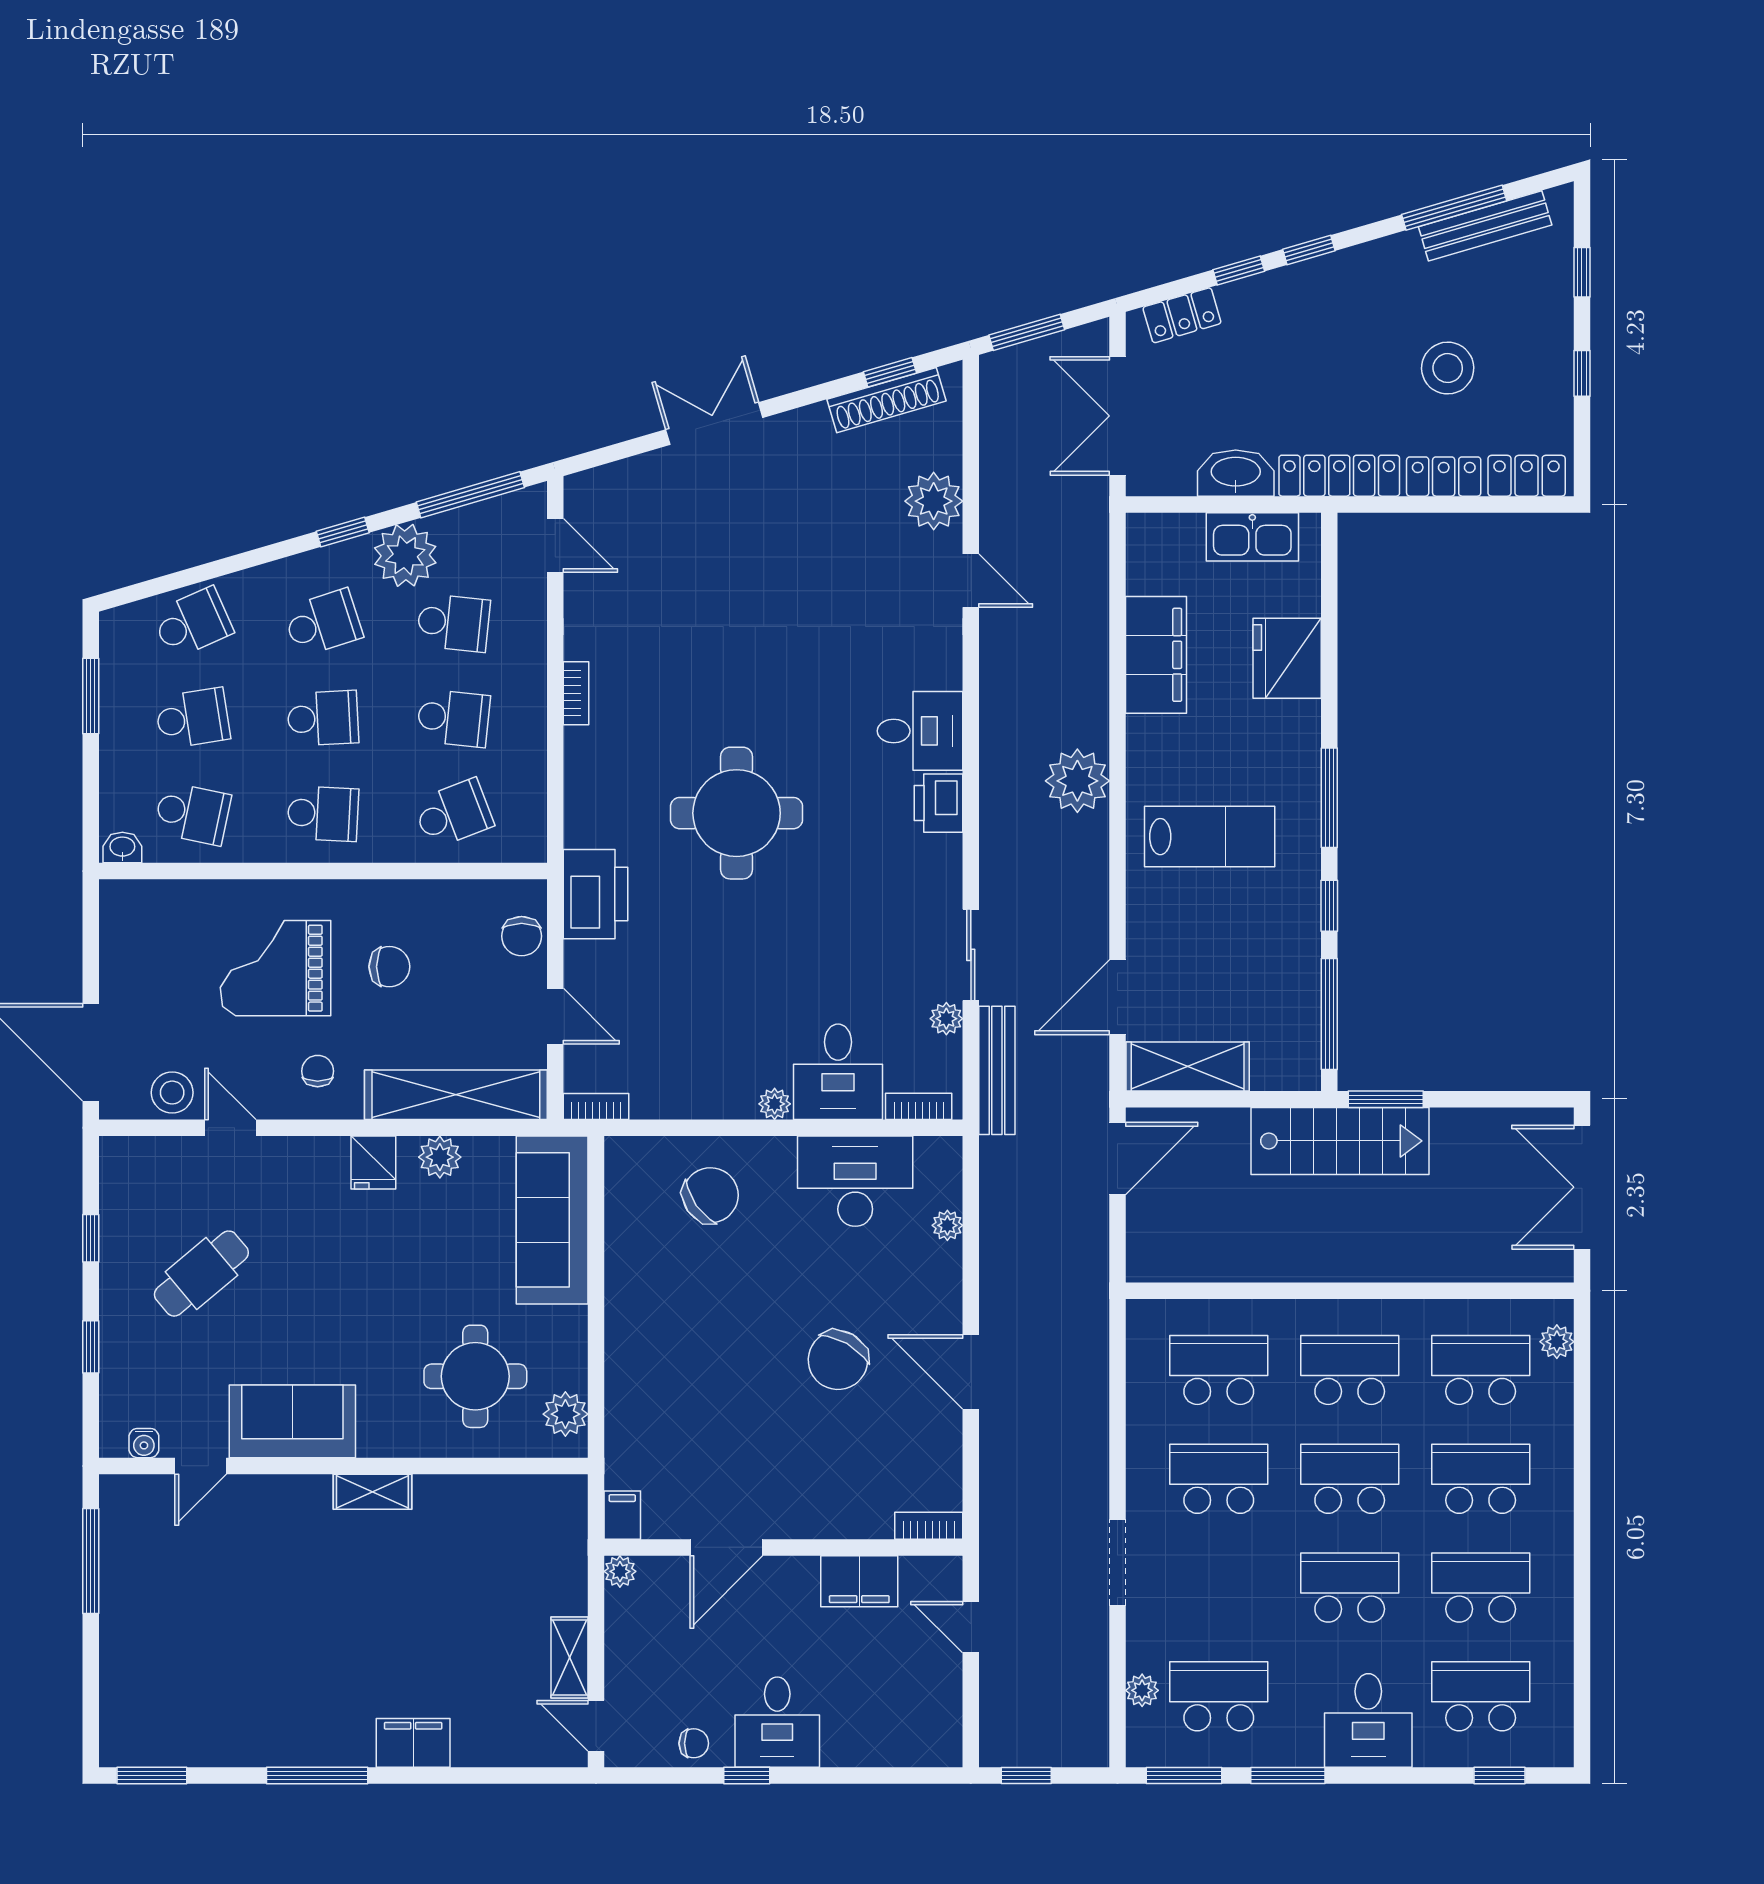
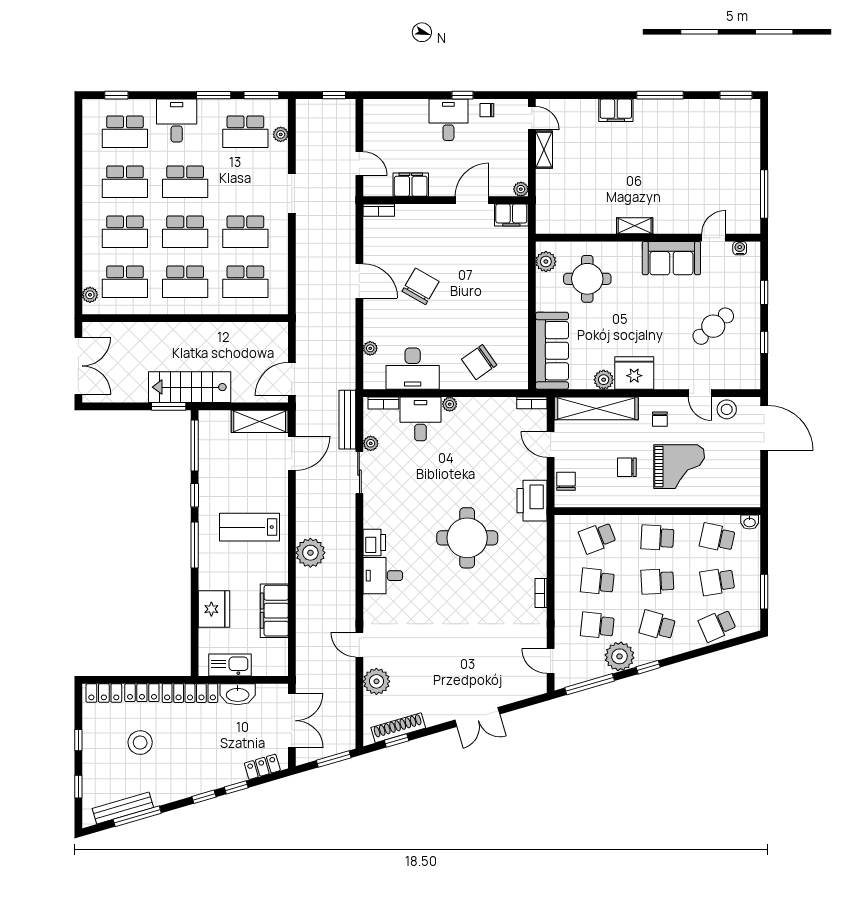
school desk: (323, 623) -> (657, 625), turned 33
fridge: (373, 1163) -> (634, 373), width x1.88, depth x1.34
filing cabinet: (622, 1515) -> (511, 215), width x2.00

